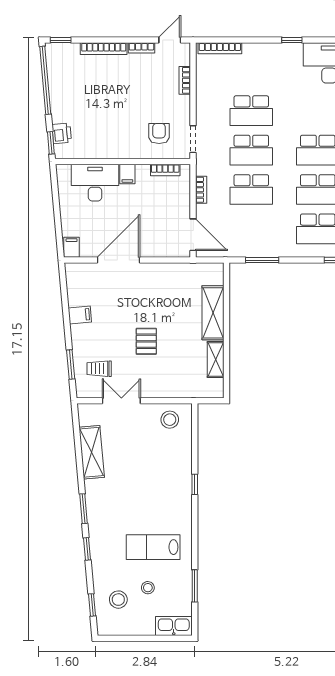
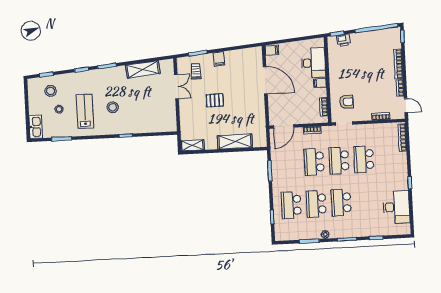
filing cabinet: (80, 315) -> (219, 59), moved
shelving: (216, 359) -> (192, 145), moved
stool: (170, 420) -> (113, 107), moved

